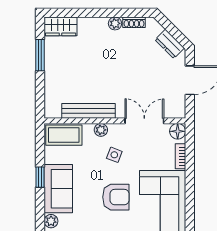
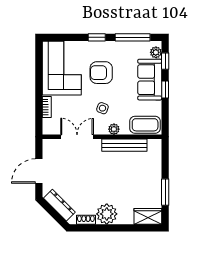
plant: (115, 23) -> (107, 214), width x1.87, depth x1.87
dresser: (170, 44) -> (59, 205), width x1.44
double door: (144, 121) -> (77, 137), swing flipped
floor lamp: (178, 131) -> (49, 128), removed
window: (40, 211) -> (165, 61), added

